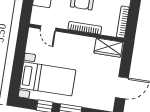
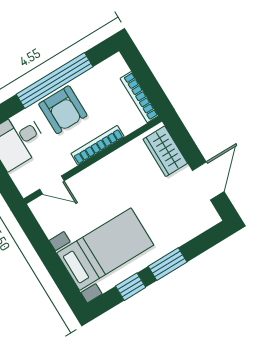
wardrobe: (108, 48) -> (165, 151), moved, turned 90

